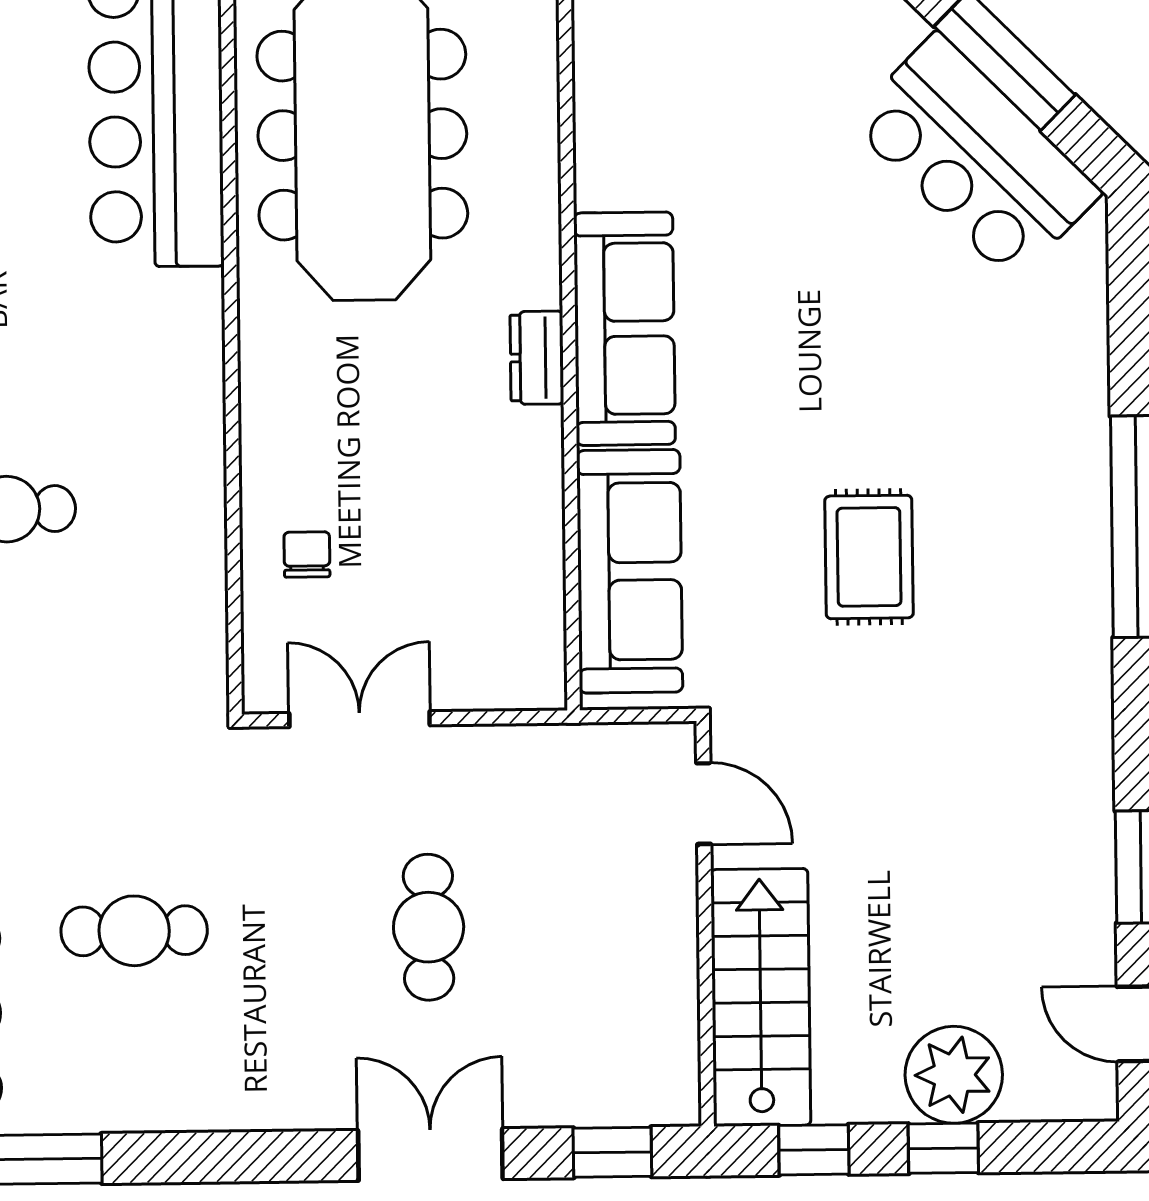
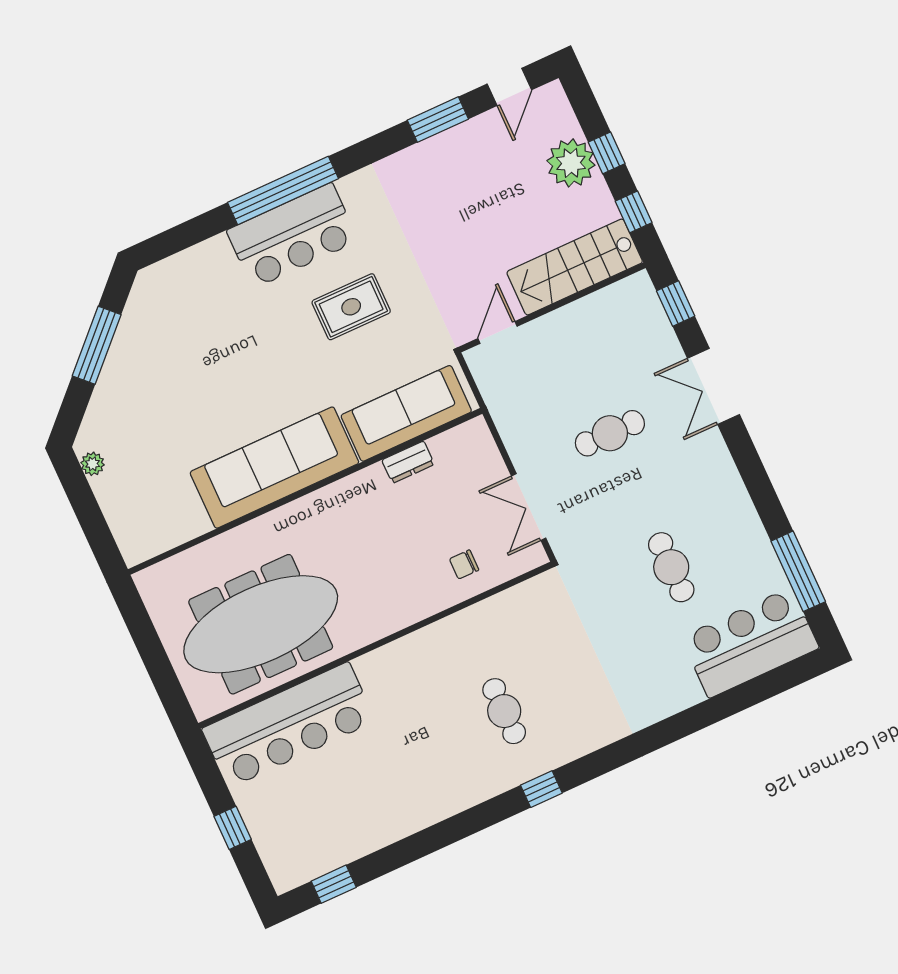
bar counter: (975, 157) -> (292, 236), moved, turned 45
sofa: (624, 329) -> (274, 468), width x1.36, depth x1.27
dresser: (537, 358) -> (408, 462), moved

